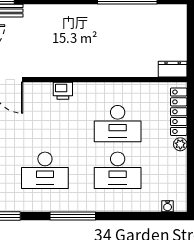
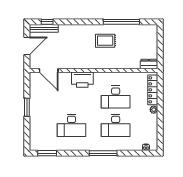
rug: (100, 31) -> (105, 41), added
printer: (63, 91) -> (82, 80), width x1.87, depth x1.48
window: (73, 216) -> (103, 153), moved

